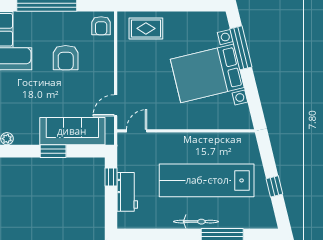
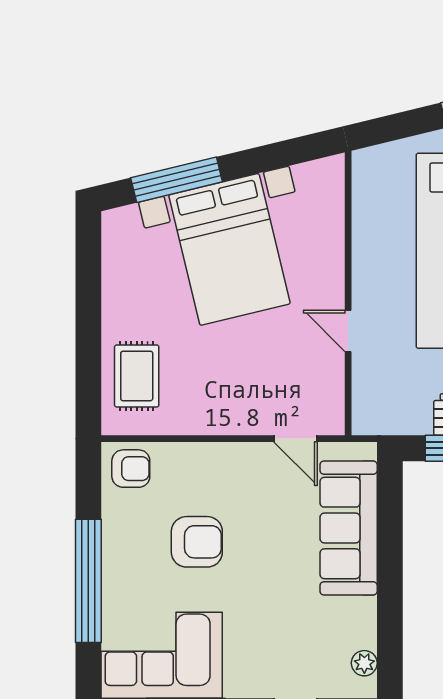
door: (137, 131) -> (348, 331), moved
window: (53, 151) -> (390, 568), removed

